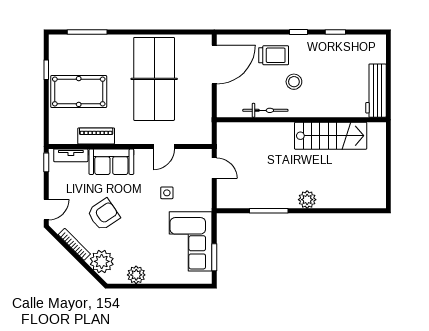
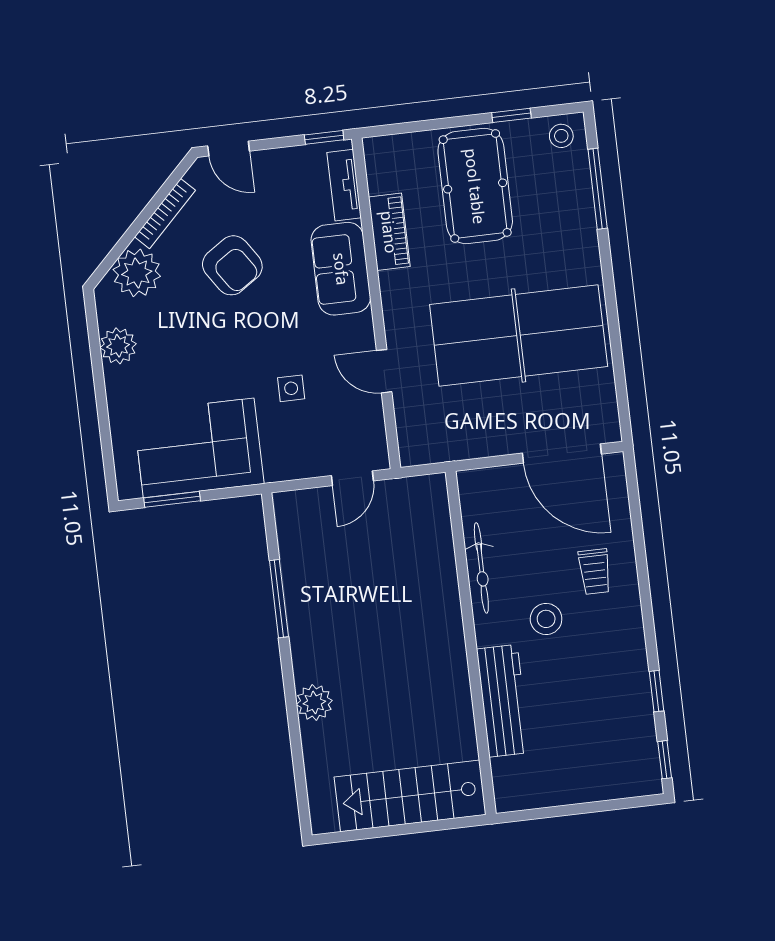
window: (298, 32) -> (665, 760), moved
stool: (59, 47) -> (561, 136), added
trolley: (274, 55) -> (595, 572), width x0.73, depth x0.72
workbench: (376, 91) -> (503, 701), moved, turned 90
stairs: (331, 136) -> (410, 796), moved, turned 90
plant: (307, 200) -> (314, 703), moved

